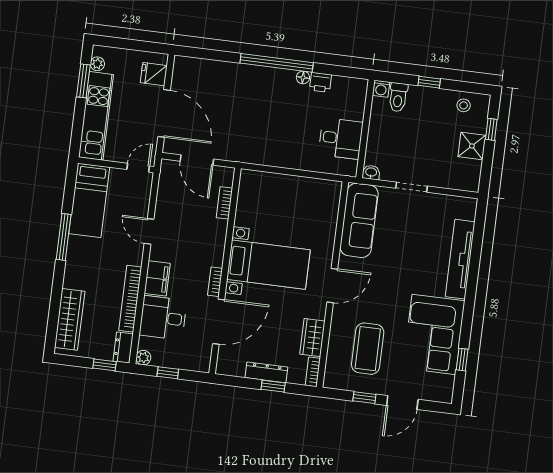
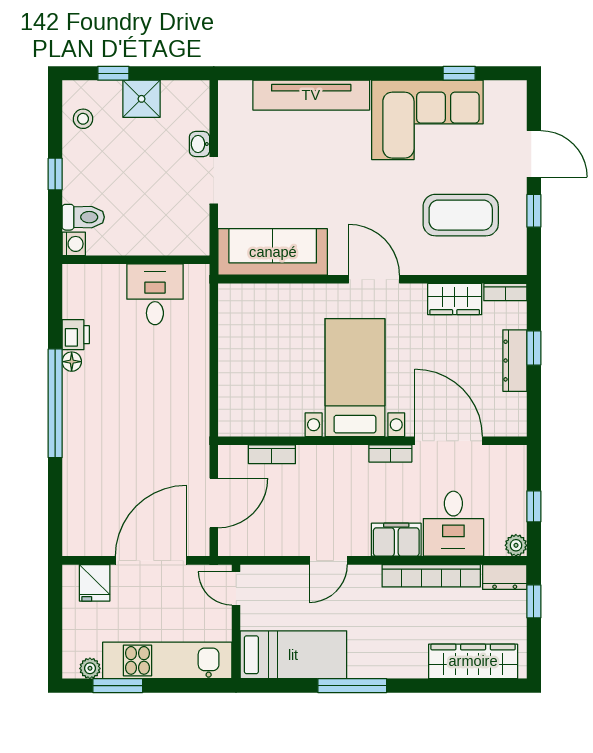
washbasin: (371, 172) -> (199, 144), moved

